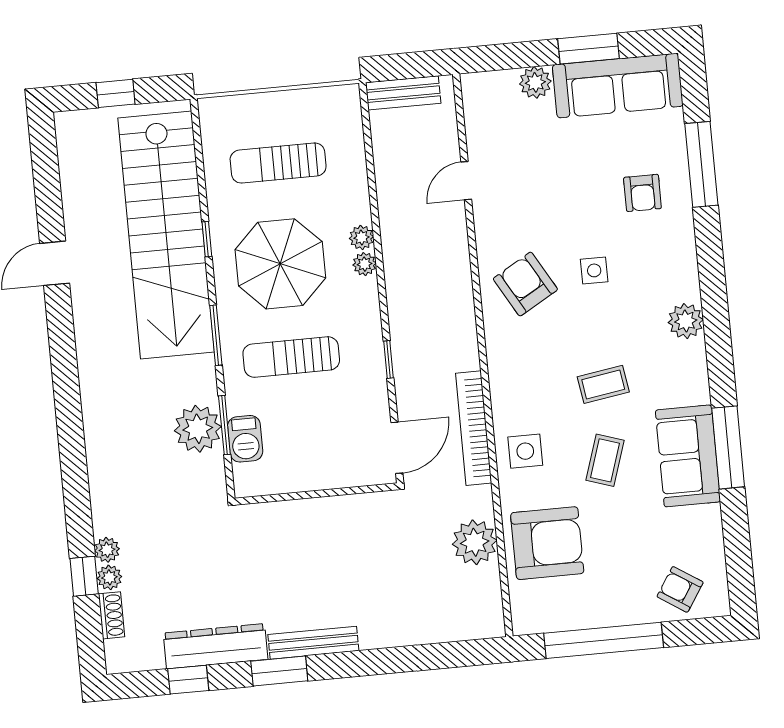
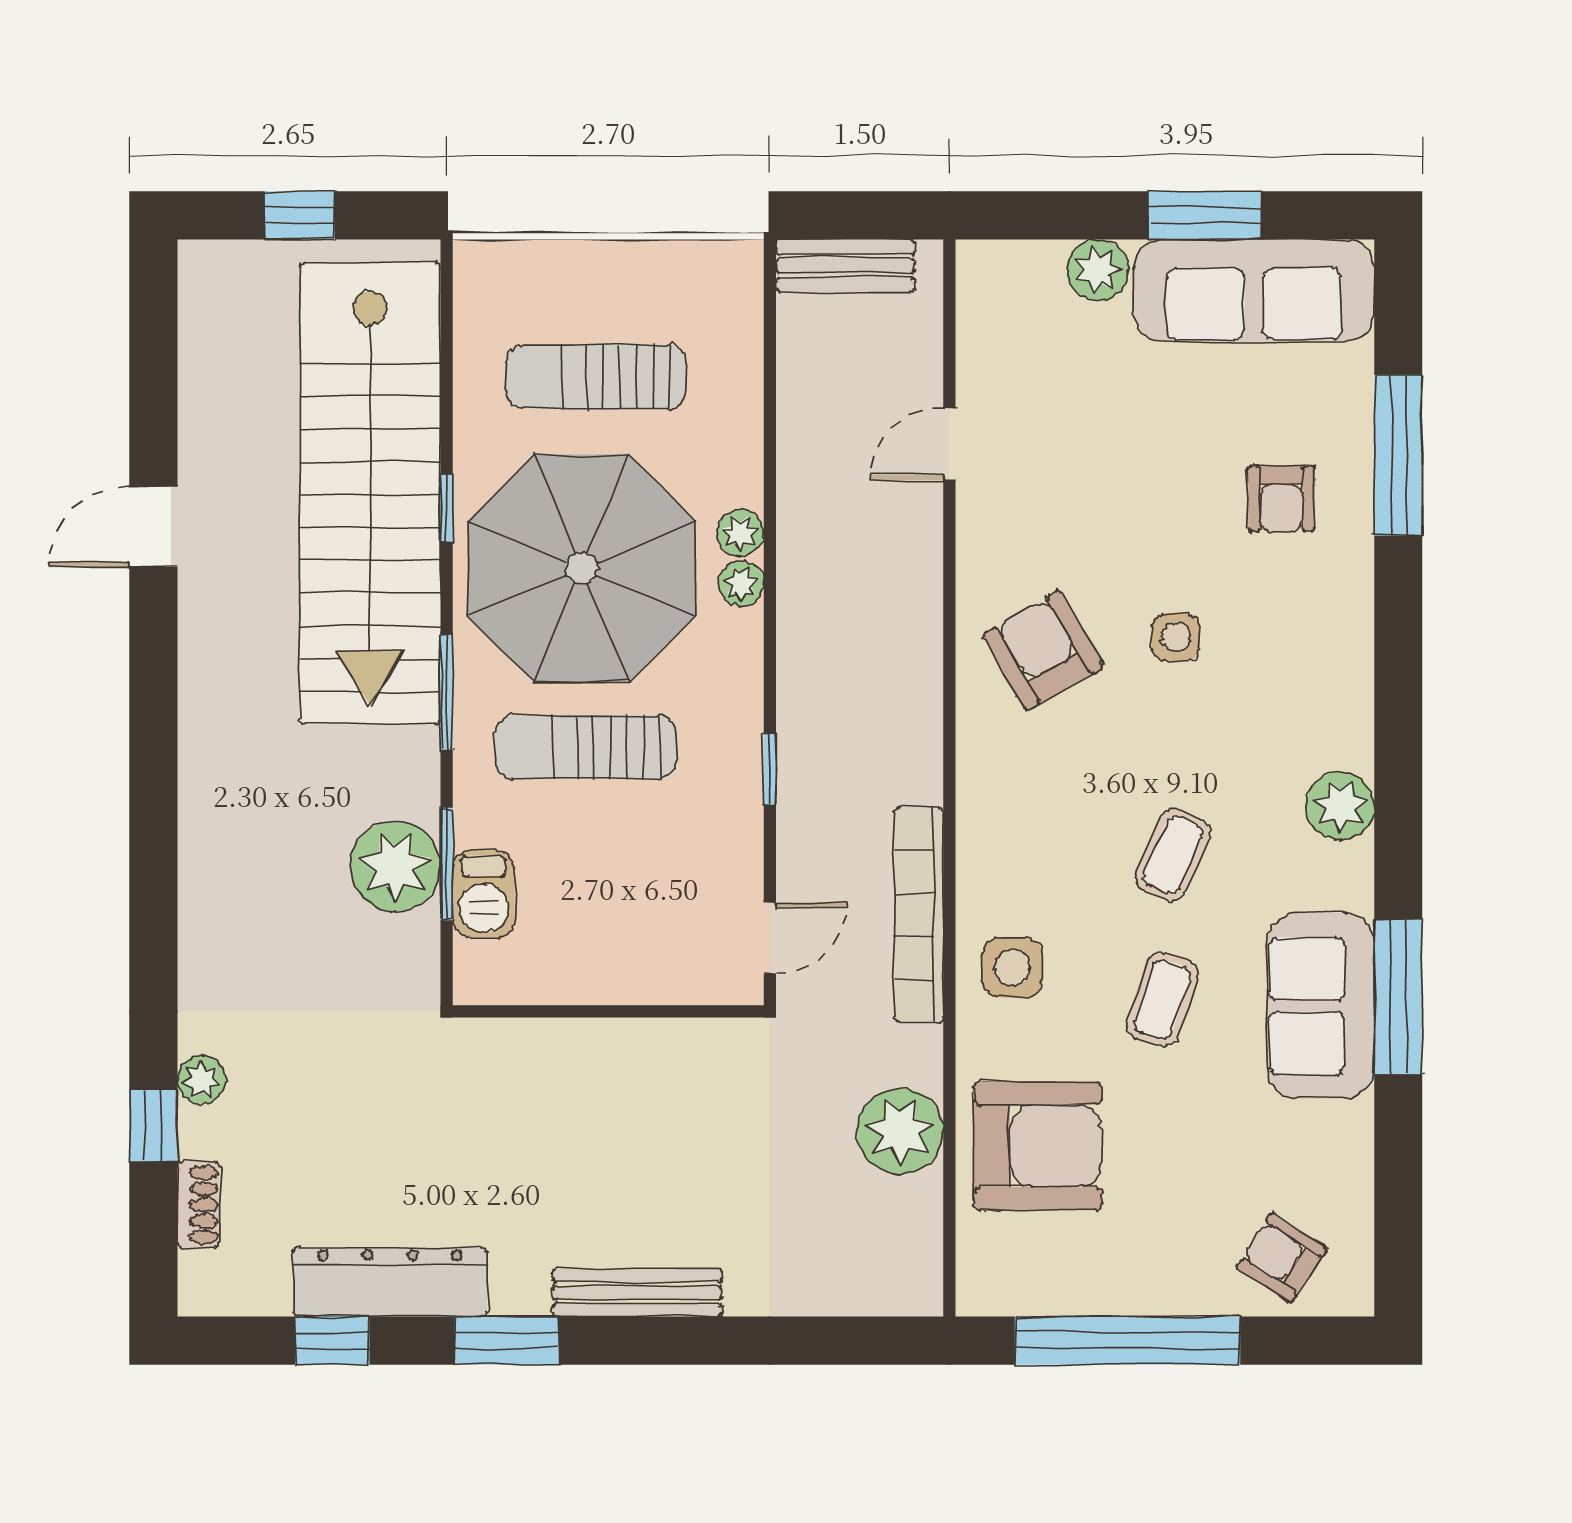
parasol: (280, 264) -> (582, 568), width x1.36, depth x1.36
plant: (686, 321) -> (1340, 806), moved
coffee table: (603, 384) -> (1173, 855), turned -57
door: (397, 448) -> (770, 938), width x0.73
plant: (109, 577) -> (201, 1133), removed
bench: (313, 643) -> (637, 1293), moved

